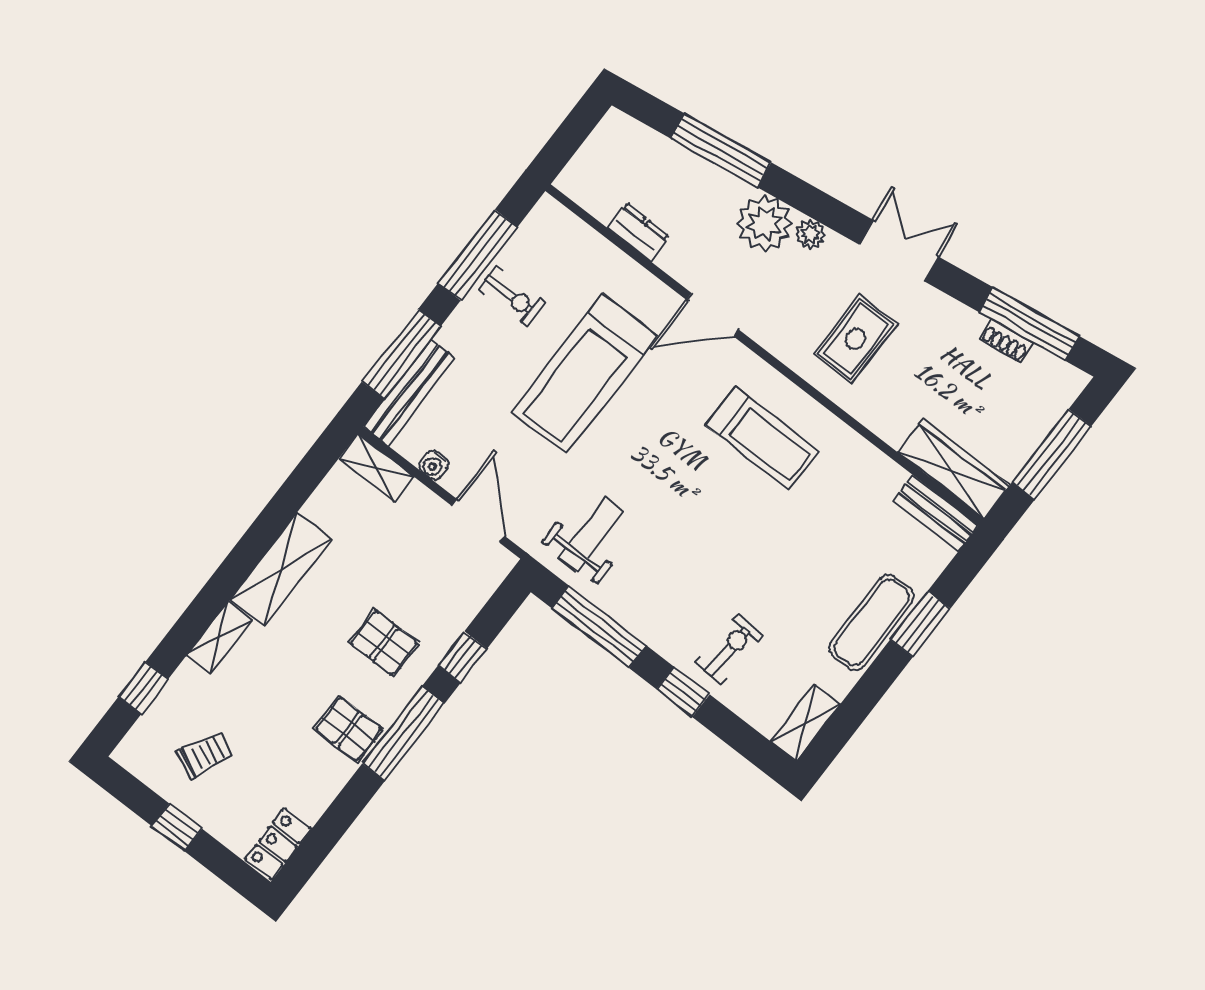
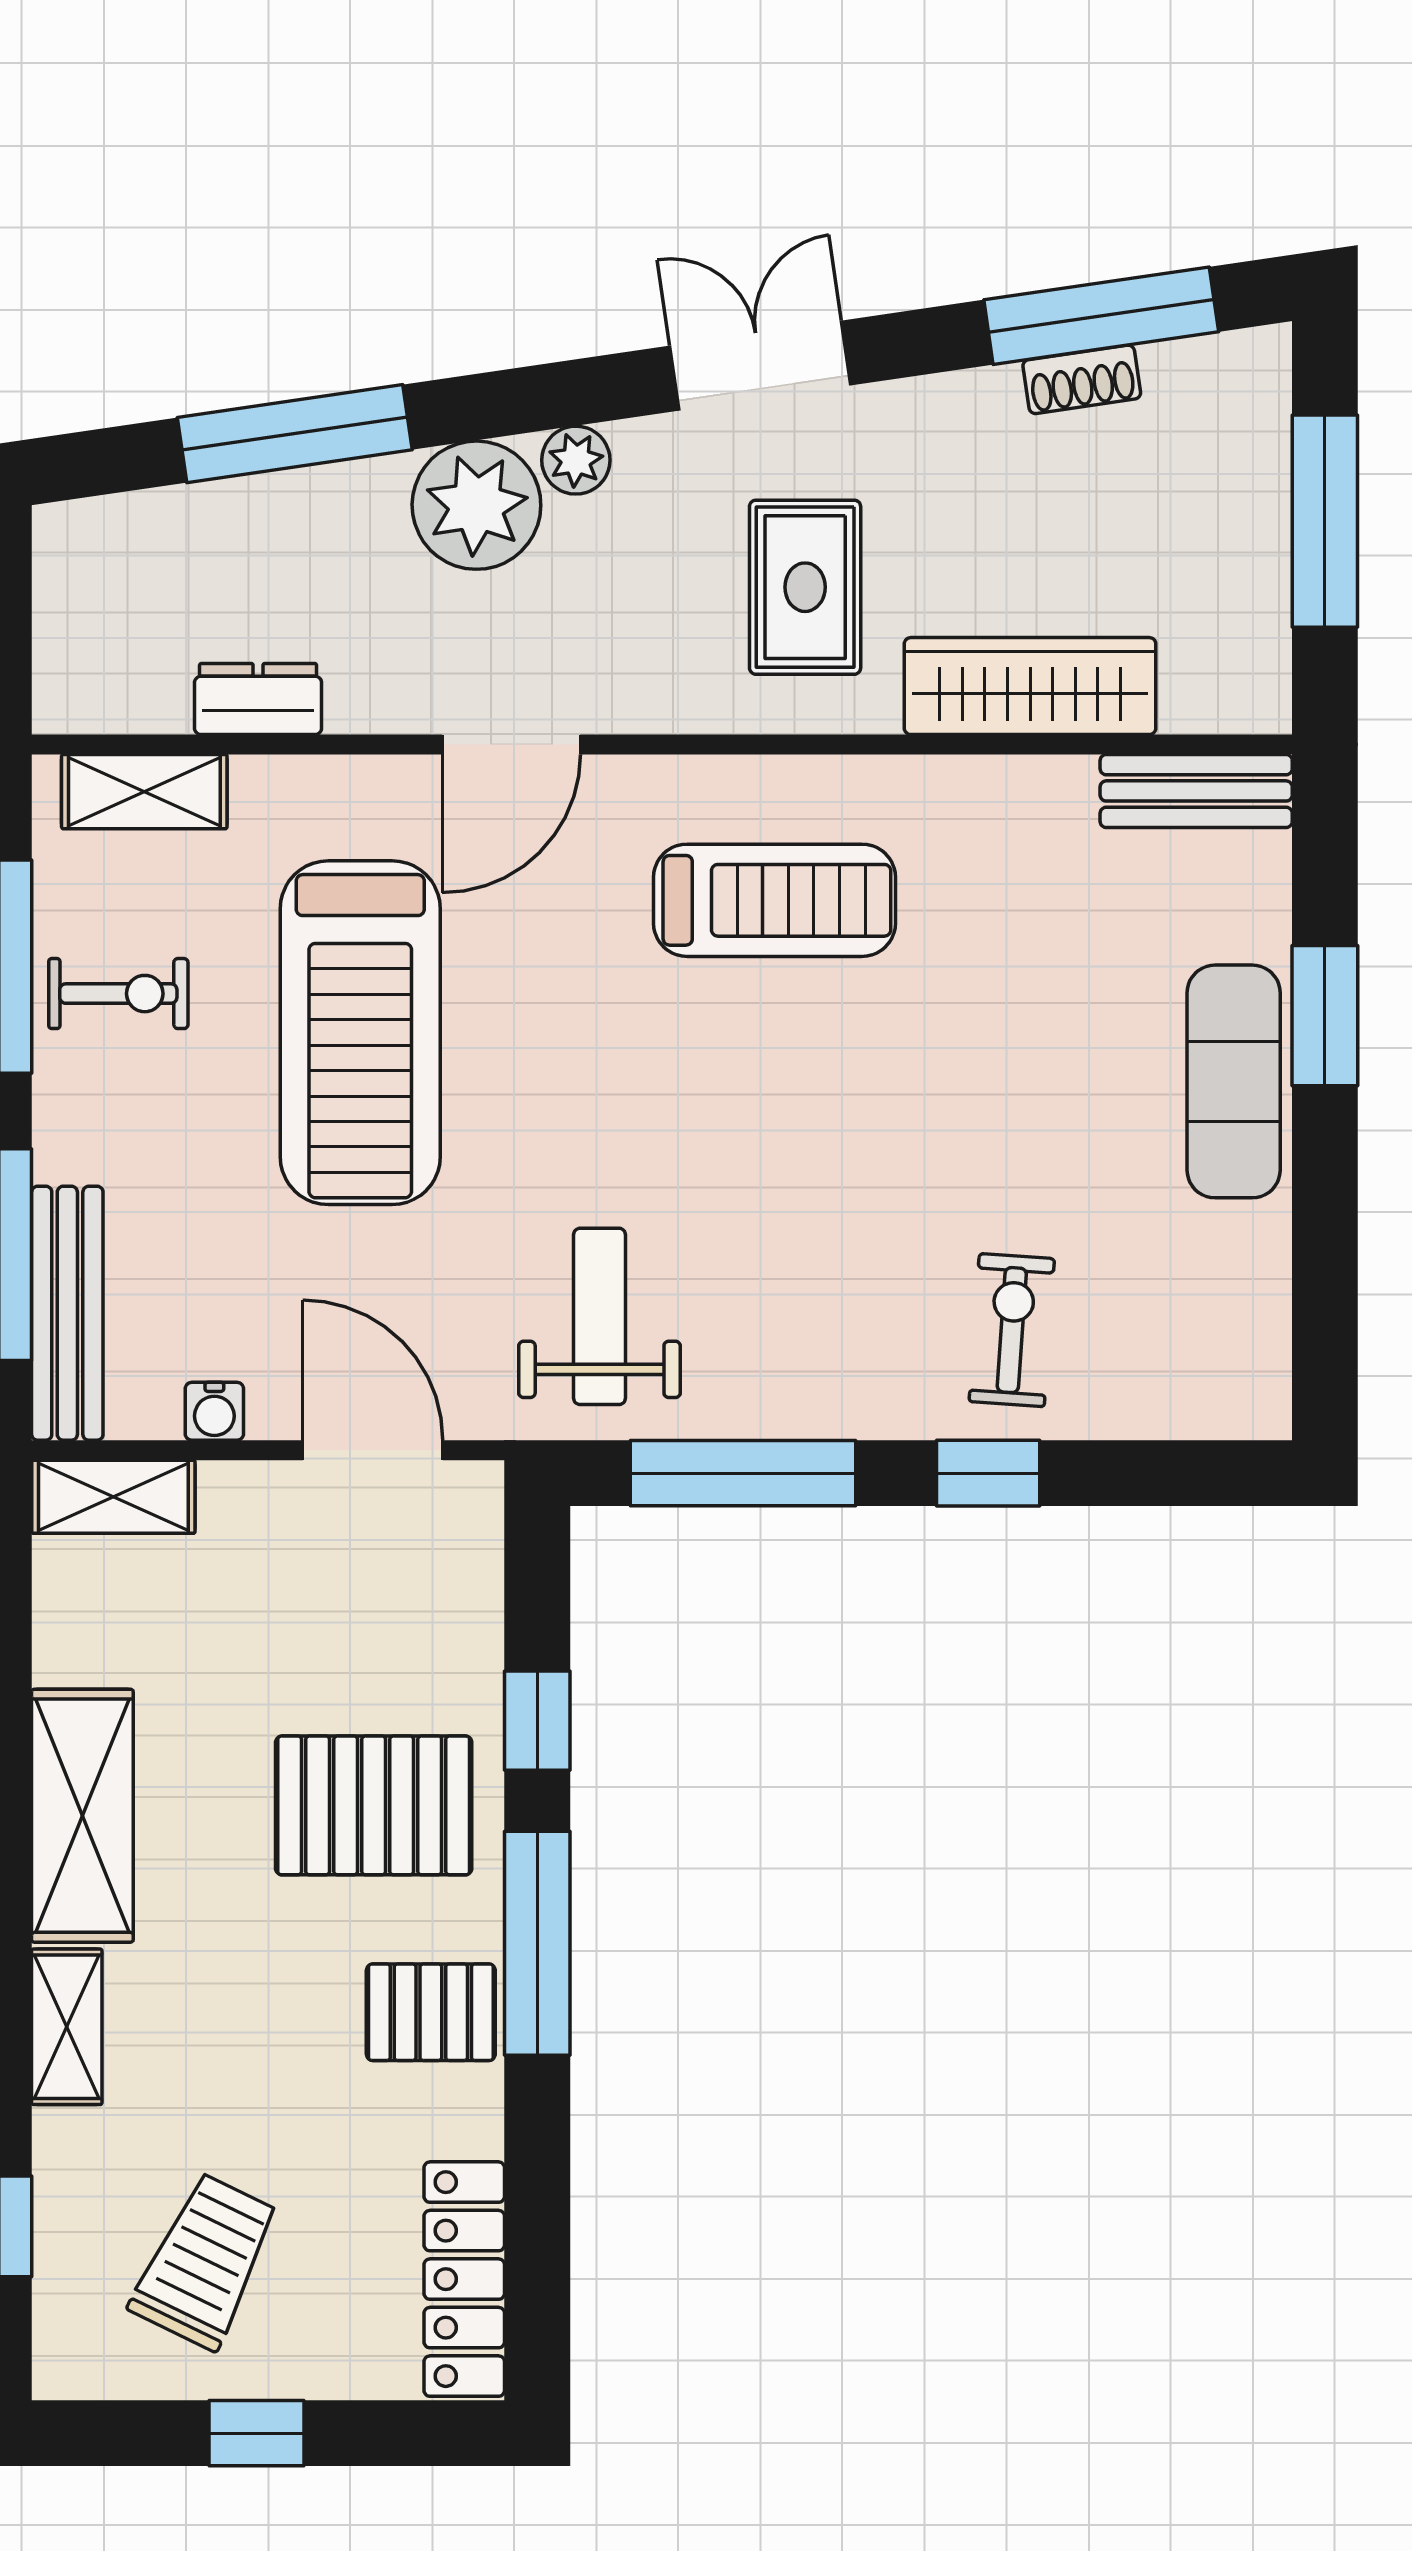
wardrobe: (953, 469) -> (1030, 686), moved
pallet: (384, 643) -> (374, 1805), width x1.50, depth x1.42
shelving: (805, 723) -> (144, 792), moved, turned 90
trolley: (205, 755) -> (205, 2261), width x1.36, depth x1.39
locker: (278, 844) -> (464, 2279), width x1.53

